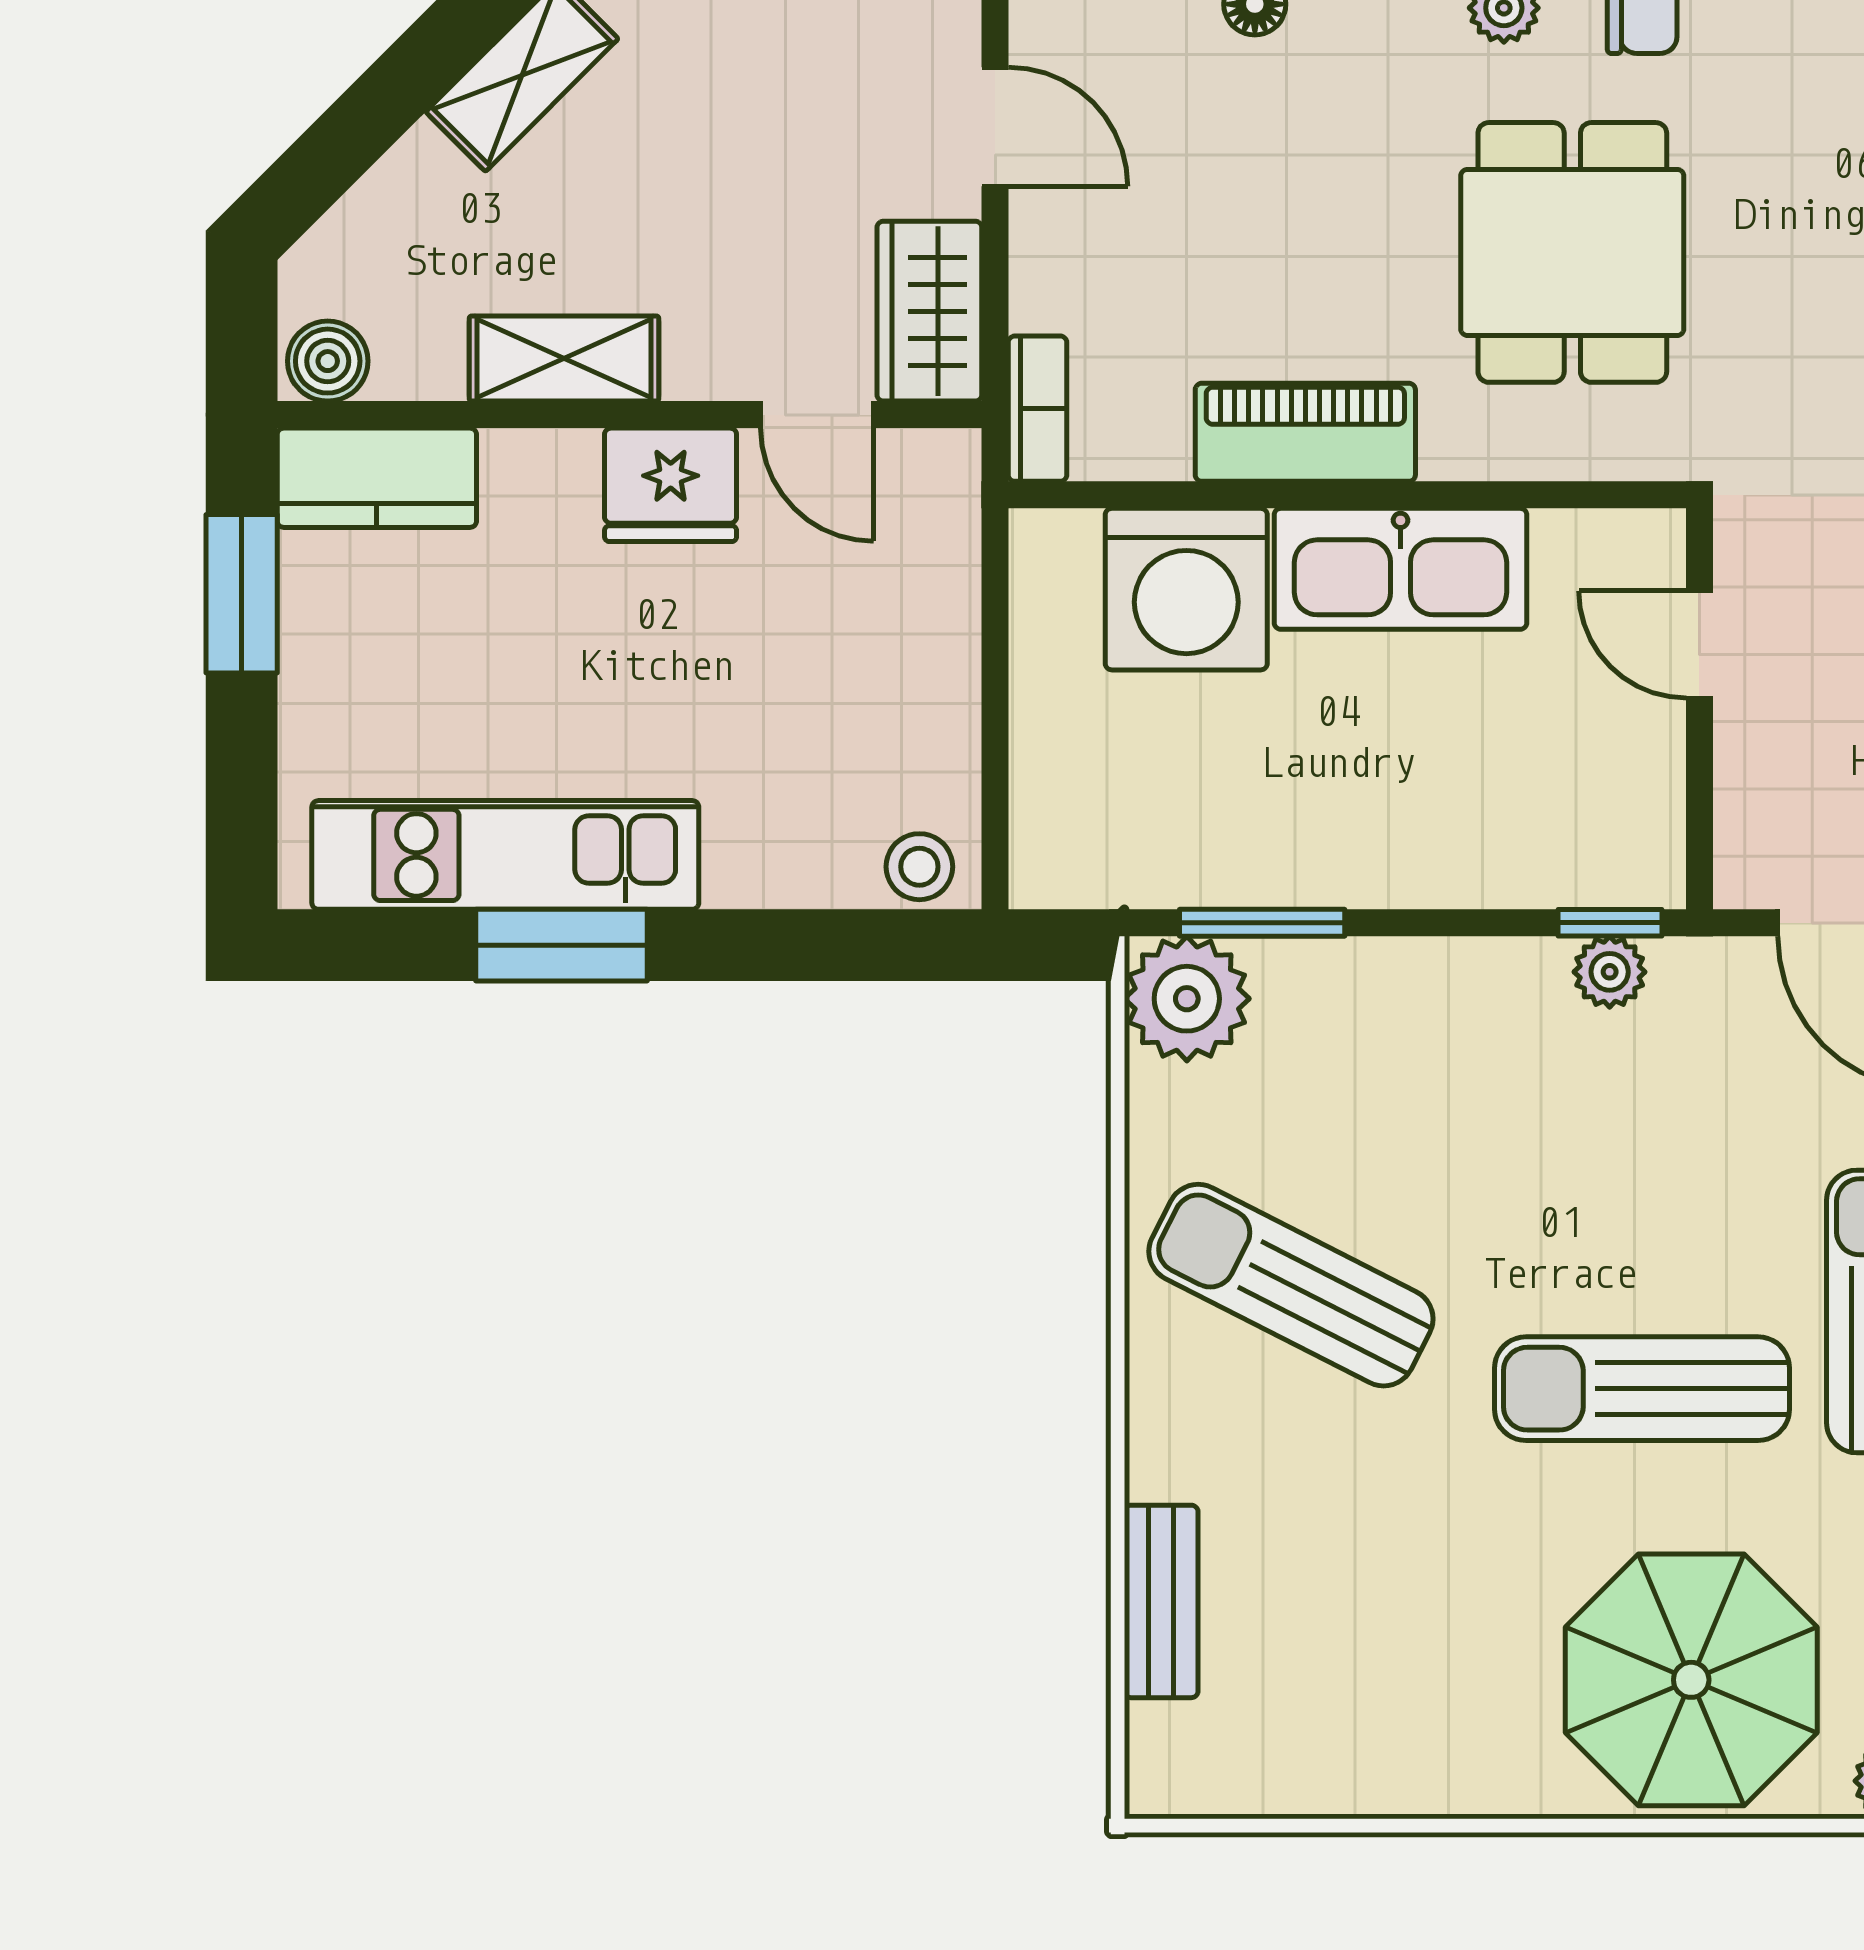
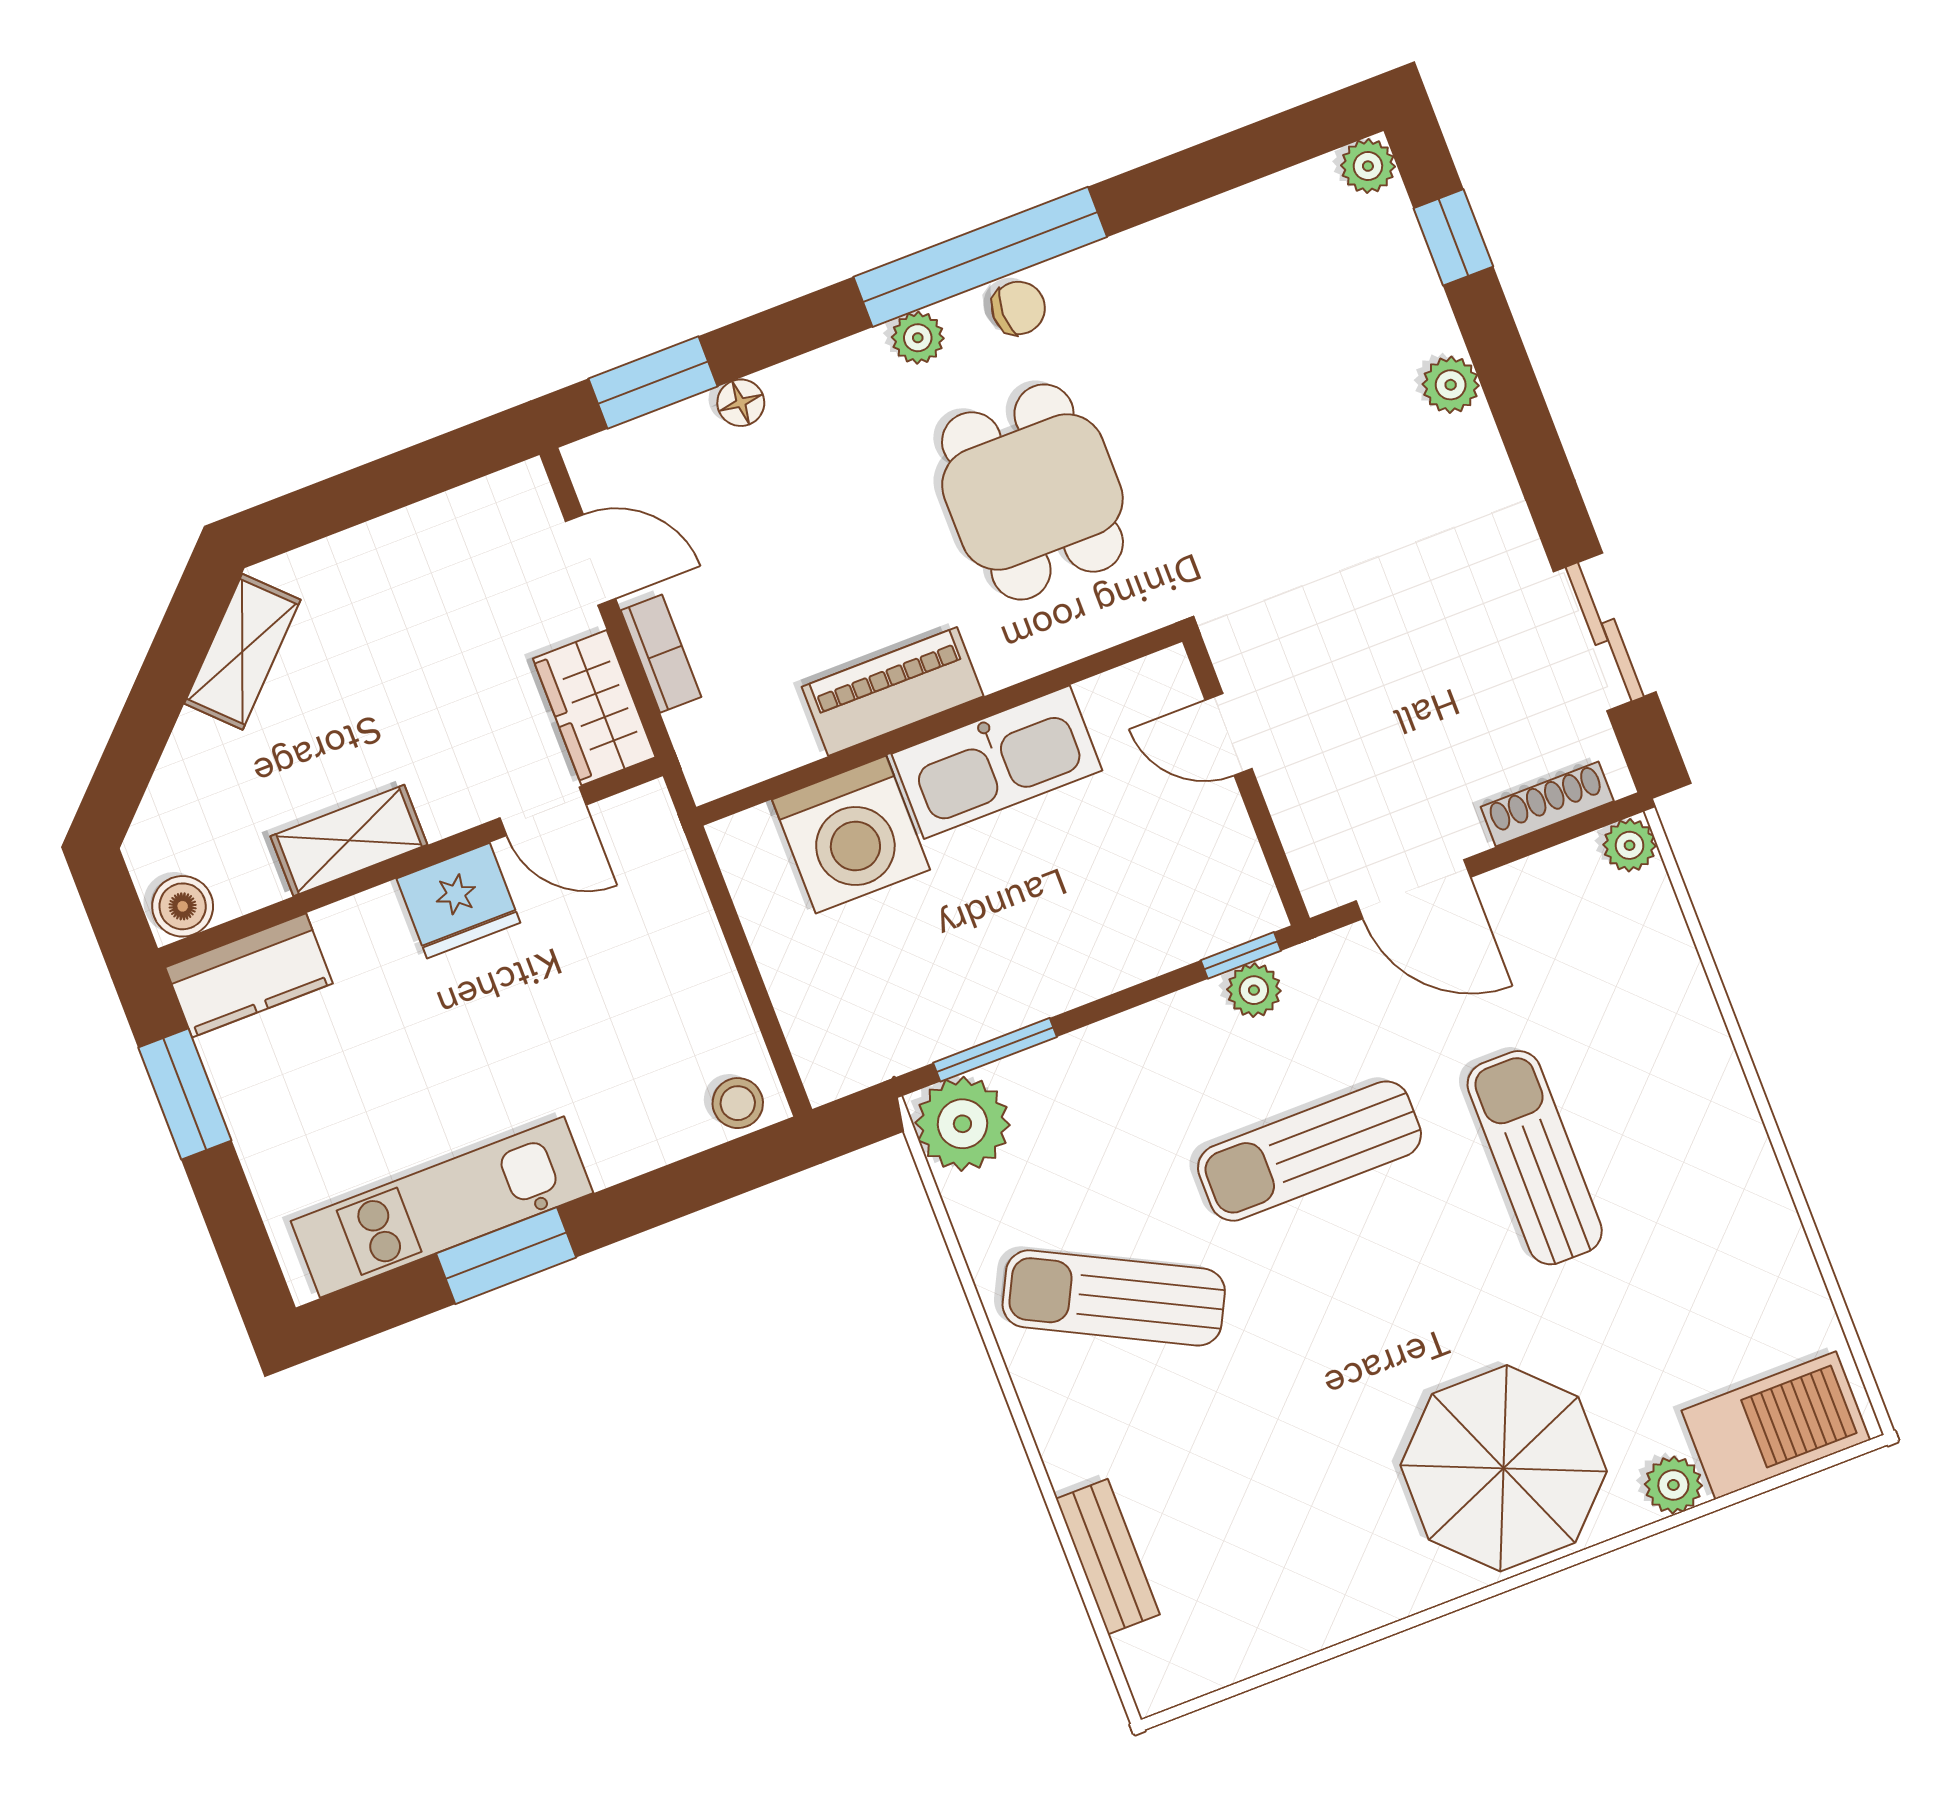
bookcase: (1038, 409) -> (661, 654), moved
sun lounger: (1642, 1389) -> (1309, 1151), moved

